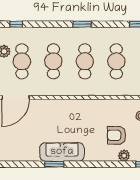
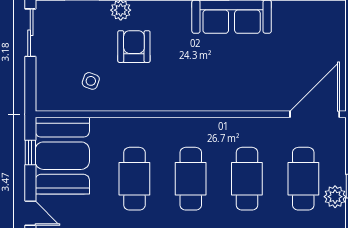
armchair: (117, 135) -> (134, 47), turned -90

